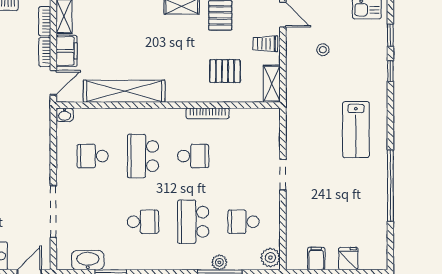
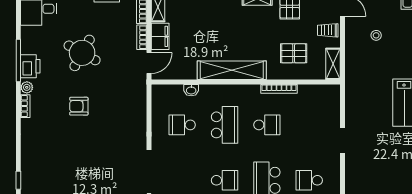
shelving: (124, 91) -> (232, 70), moved
washbasin: (65, 115) -> (191, 90), moved
school desk: (143, 156) -> (225, 125), turned 180

